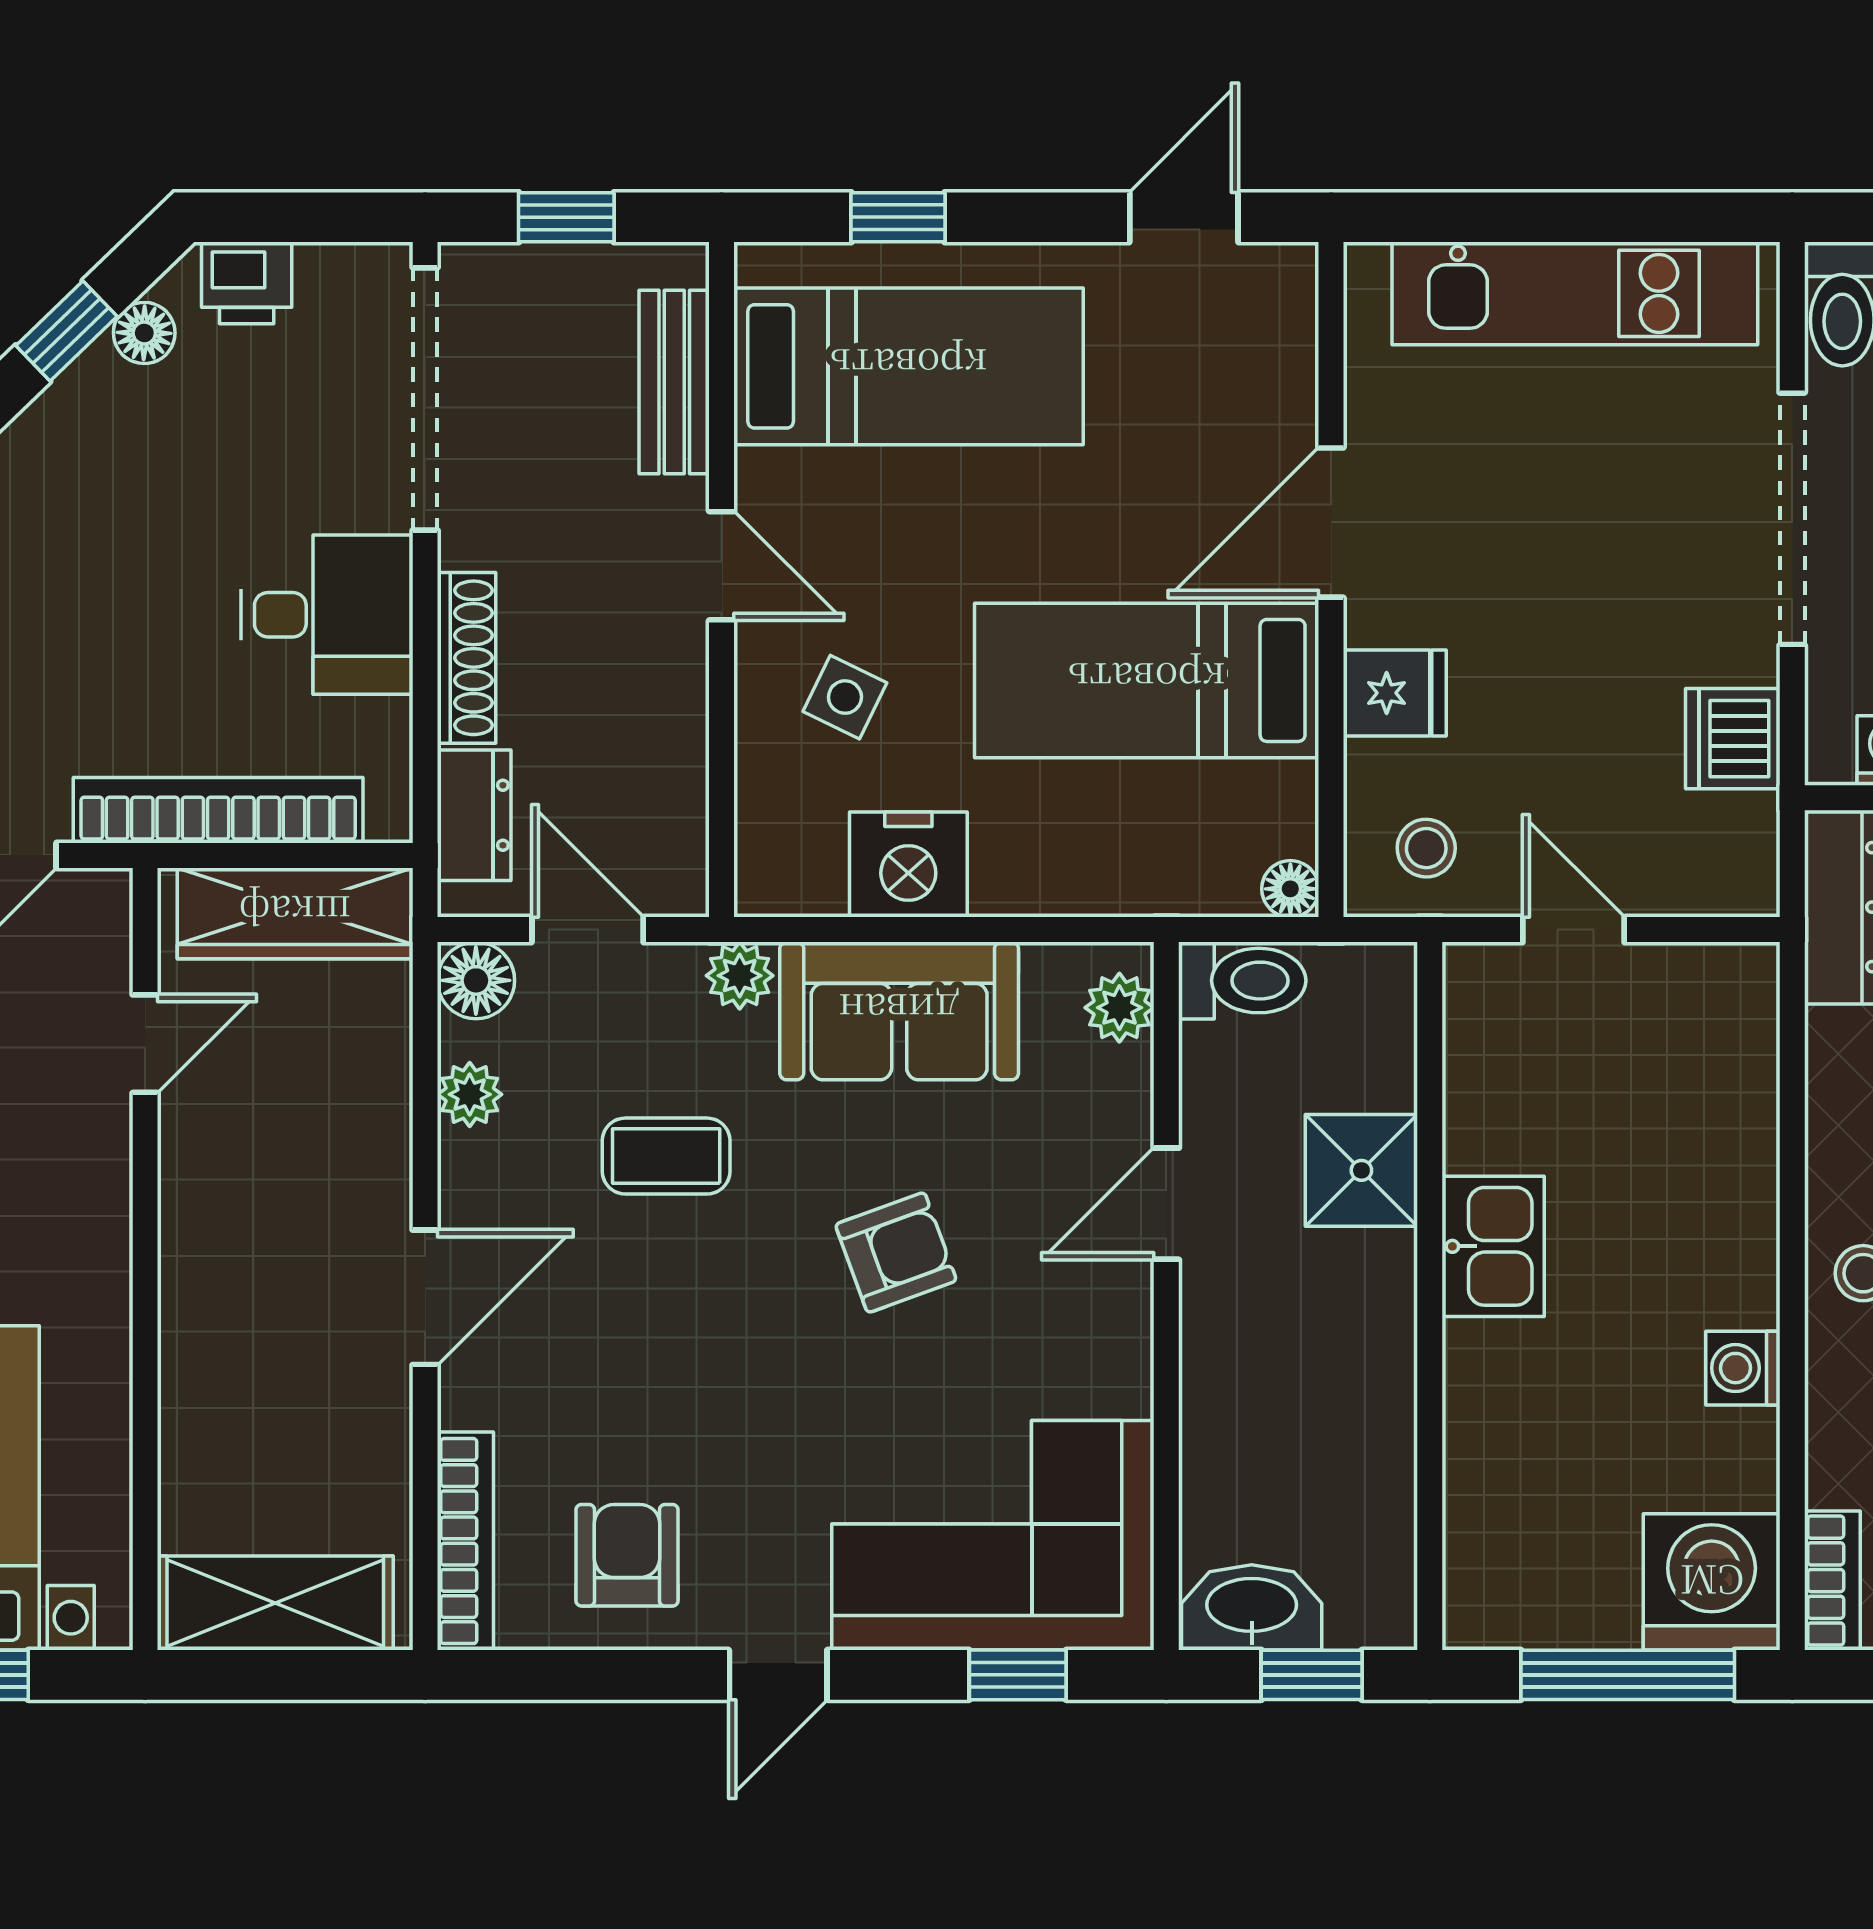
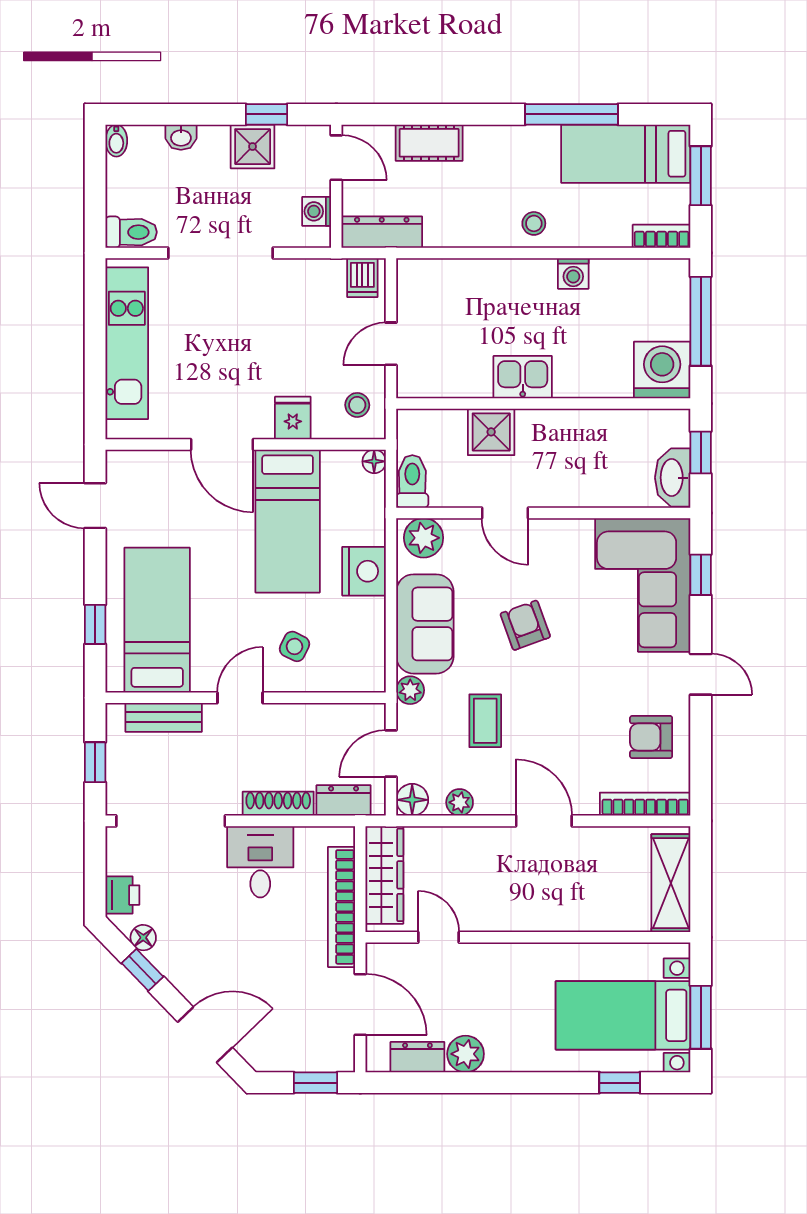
dishwasher: (1733, 739) -> (362, 278), moved, width x0.73
nightstand: (908, 865) -> (364, 571), moved
plant: (1119, 1008) -> (424, 538), width x1.38, depth x1.38
washing machine: (1712, 1582) -> (662, 370), moved, turned 90

